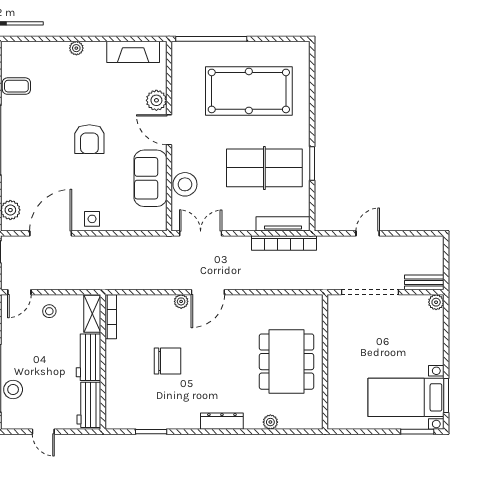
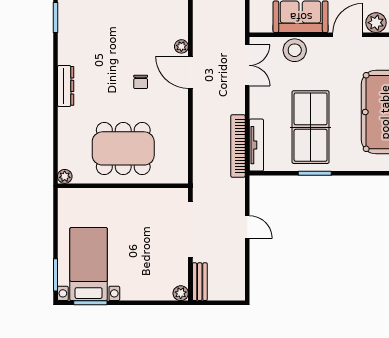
chair: (168, 361) -> (141, 82), moved, width x0.54, depth x0.54
plant: (270, 422) -> (65, 176), moved

